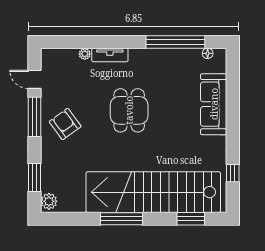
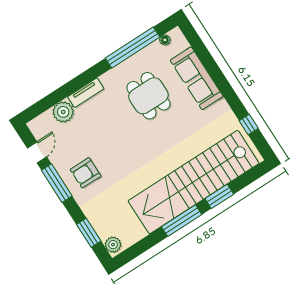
plant: (85, 54) -> (63, 112), width x1.88, depth x1.88
door: (34, 79) -> (37, 152), swing flipped
dining table: (129, 110) -> (148, 96), moved
armchair: (65, 124) -> (86, 173), turned -54
window: (191, 219) -> (219, 196), moved

